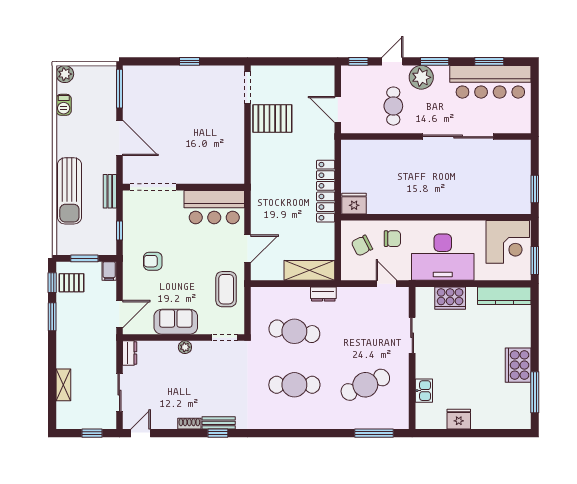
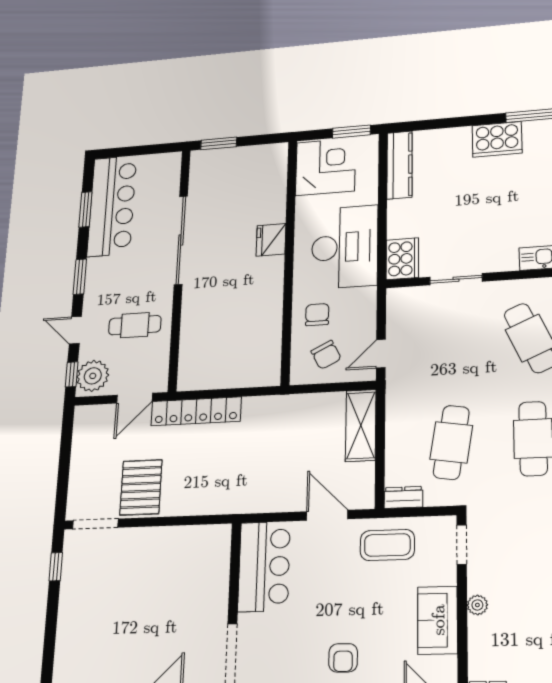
window: (189, 61) -> (56, 567), moved
plant: (421, 77) -> (93, 376), moved
window: (535, 189) -> (219, 143), moved
locker: (326, 191) -> (196, 411), moved
fridge: (354, 204) -> (271, 240), moved
door: (387, 284) -> (381, 354), moved
dresser: (323, 294) -> (403, 497), moved, turned -90
cooker: (450, 298) -> (402, 259), moved

